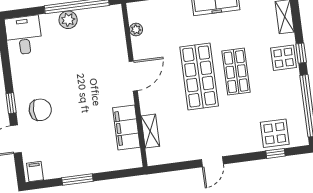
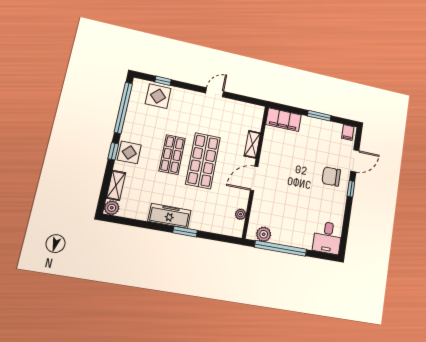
plant: (68, 20) -> (264, 234), moved
filing cabinet: (126, 127) -> (284, 120), moved, turned 90
shelving: (150, 131) -> (252, 144), moved

